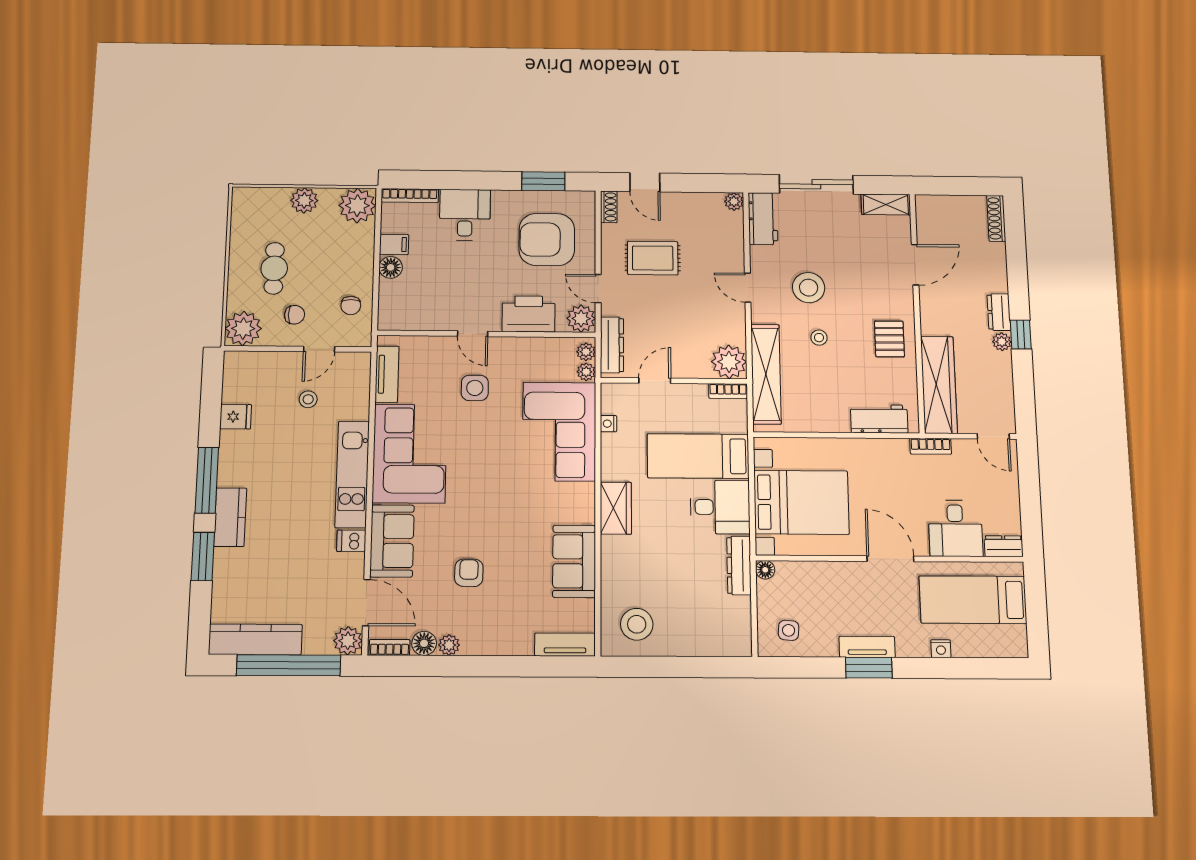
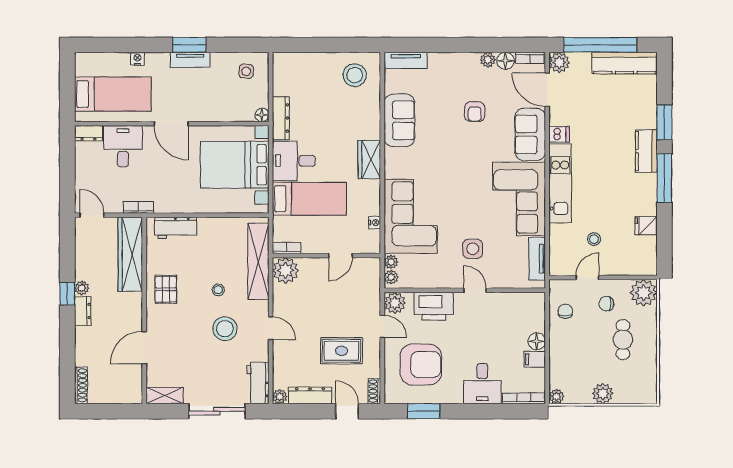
plant: (357, 206) -> (556, 396), width x0.53, depth x0.53
dresser: (612, 345) -> (310, 395), moved, turned 90

